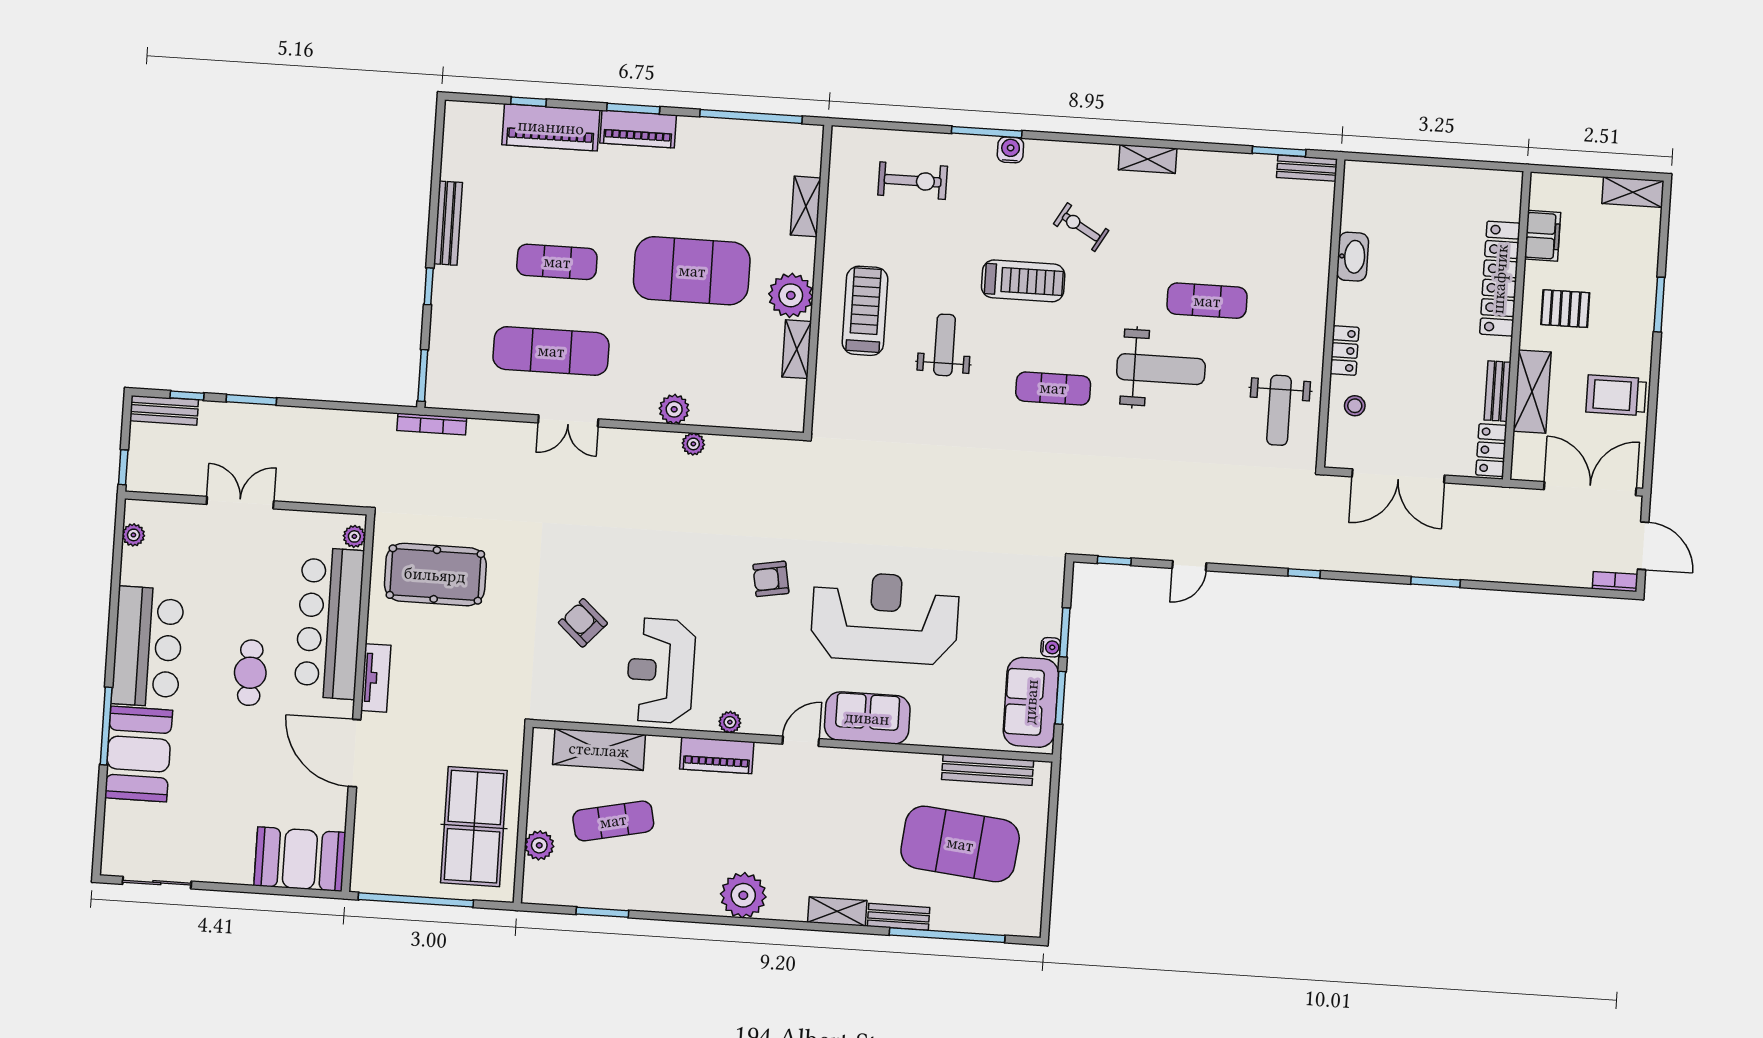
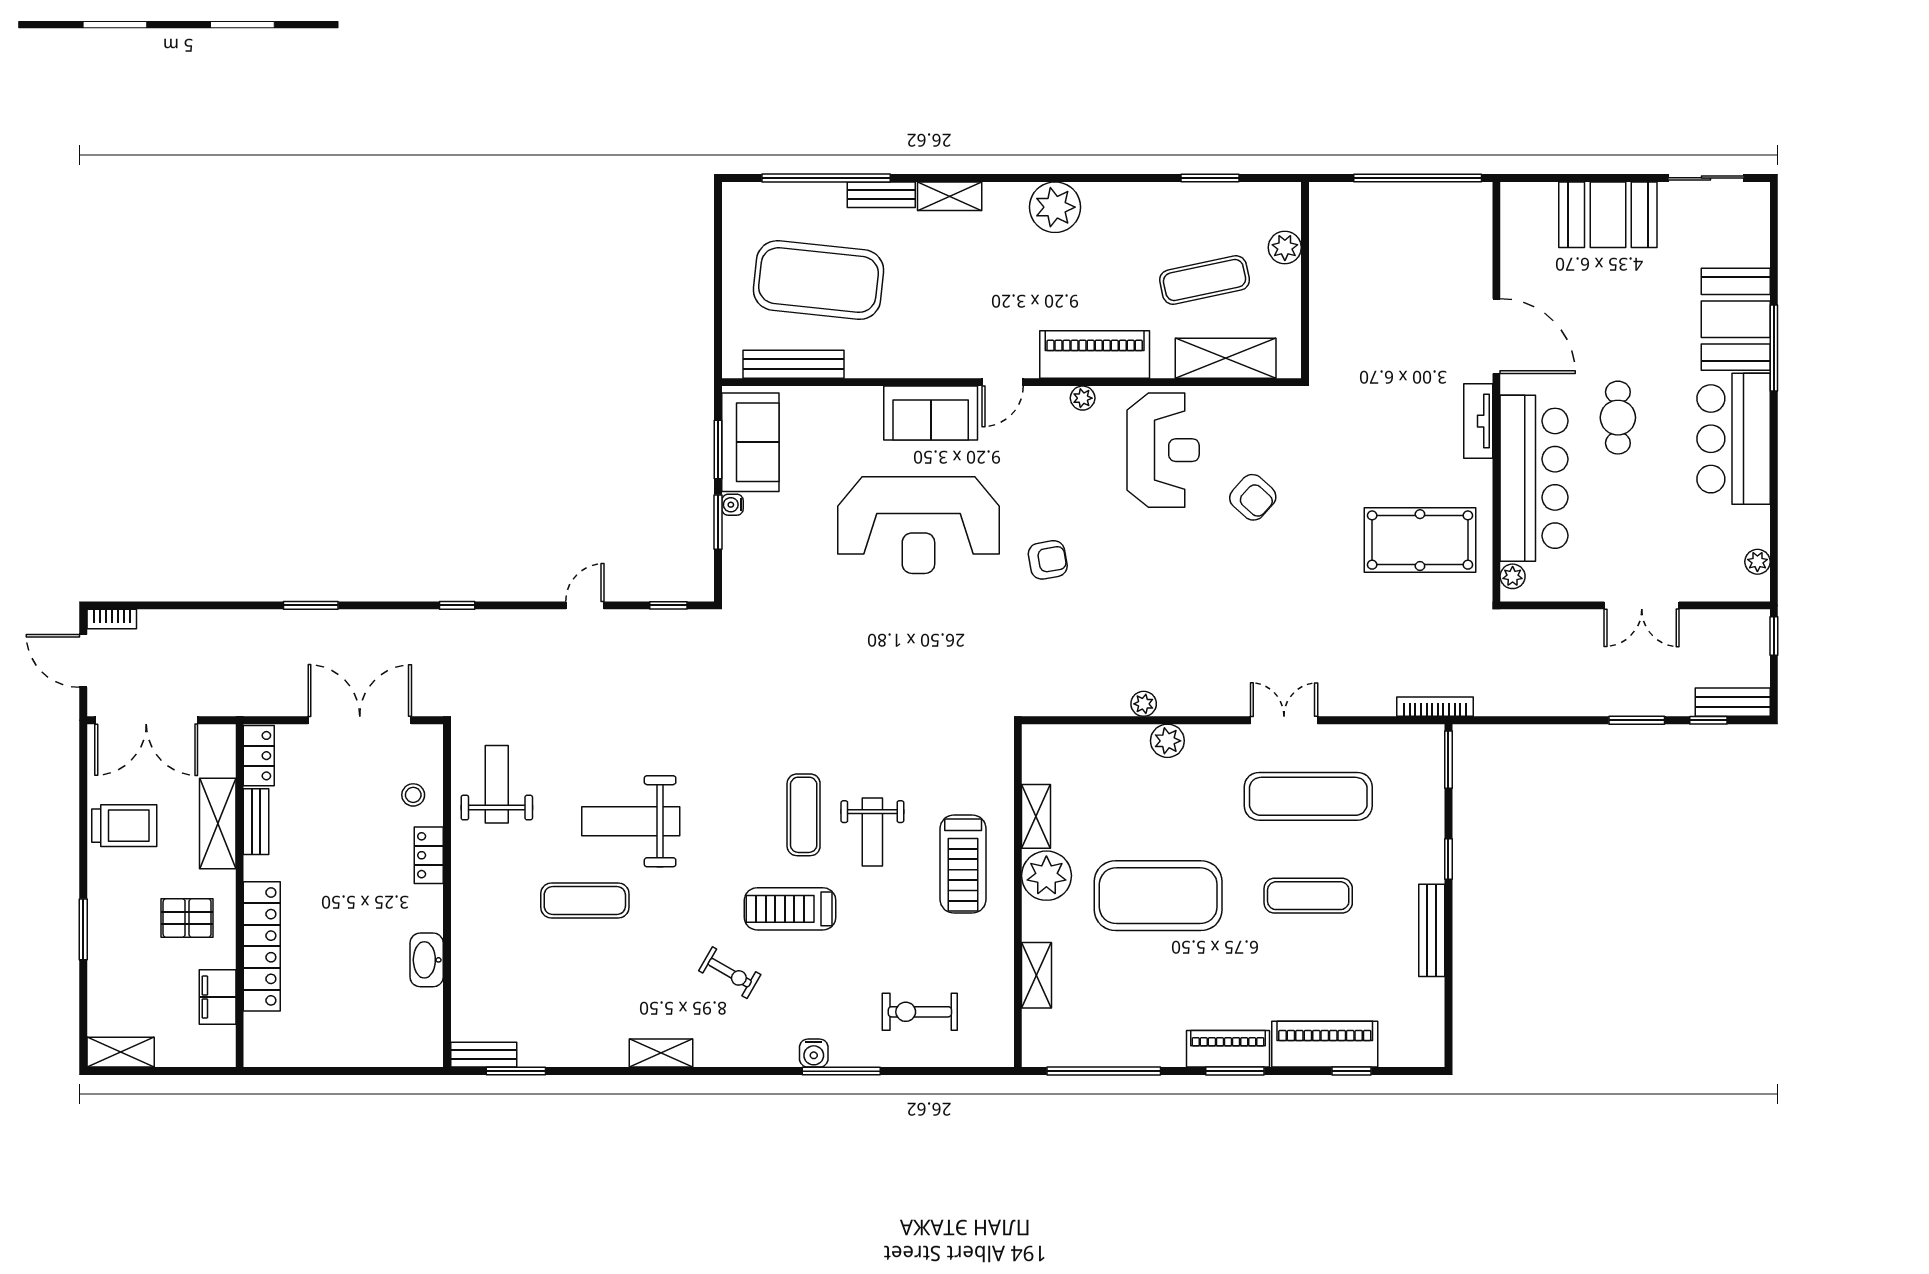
exercise mat: (1053, 388) -> (804, 815), moved, turned 90
piano: (717, 755) -> (1095, 354), width x1.37, depth x1.33
table tennis table: (474, 827) -> (1359, 263), removed
booth: (300, 859) -> (1608, 215), moved

